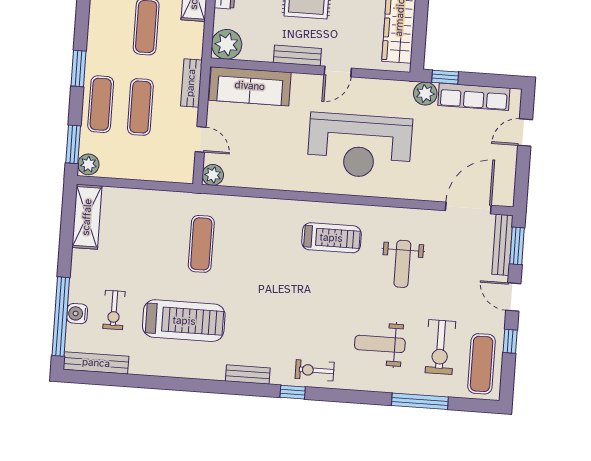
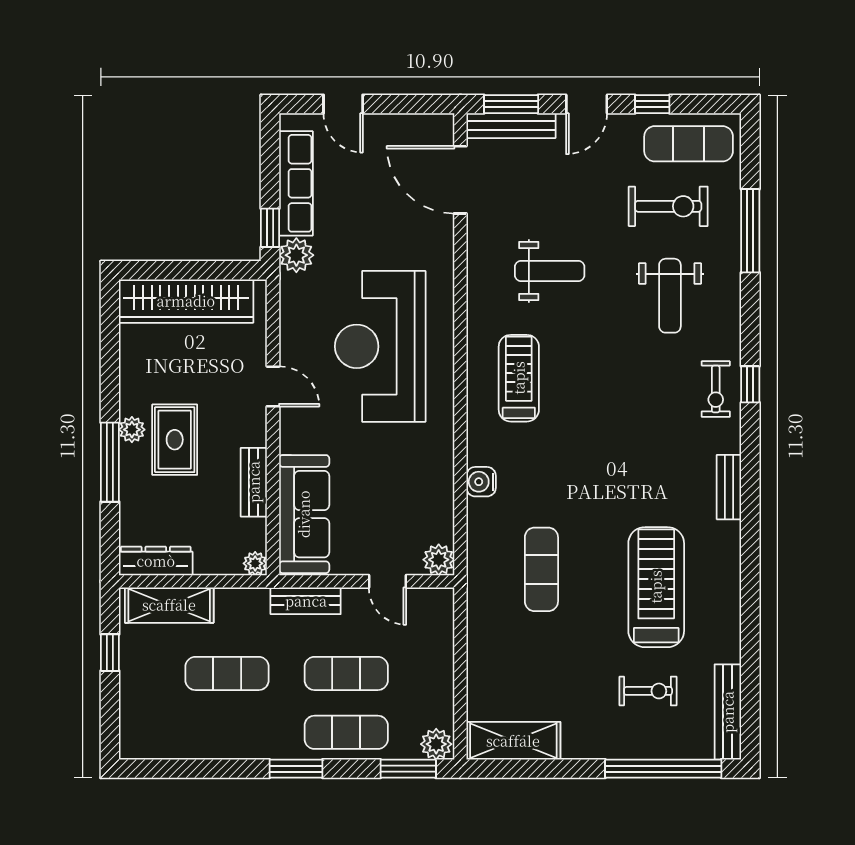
plant: (227, 44) -> (255, 563), width x0.53, depth x0.53
bench: (297, 56) -> (254, 482), moved
door: (201, 139) -> (387, 581), swing flipped
reception desk: (360, 146) -> (380, 346), turned 180
exercise mat: (201, 244) -> (541, 569), turned 90
water cooler: (77, 314) -> (481, 482), moved, turned 90
window: (293, 392) -> (750, 384), moved

